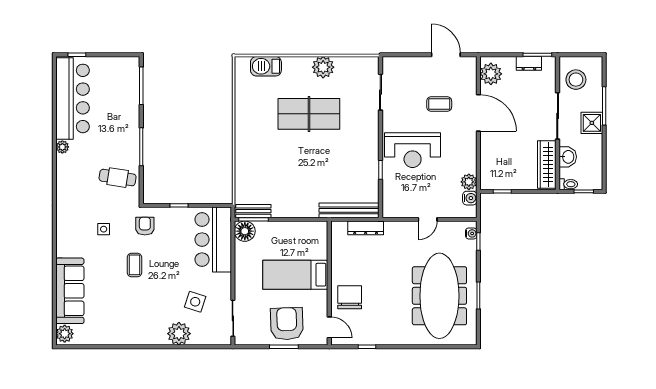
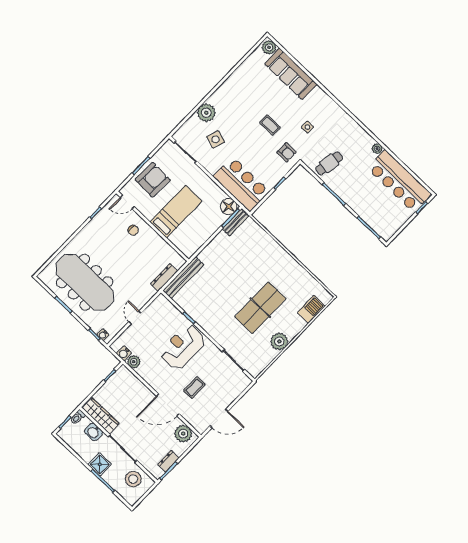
chair: (350, 297) -> (133, 230), width x0.54, depth x0.54
armchair: (287, 324) -> (153, 180), turned -86

